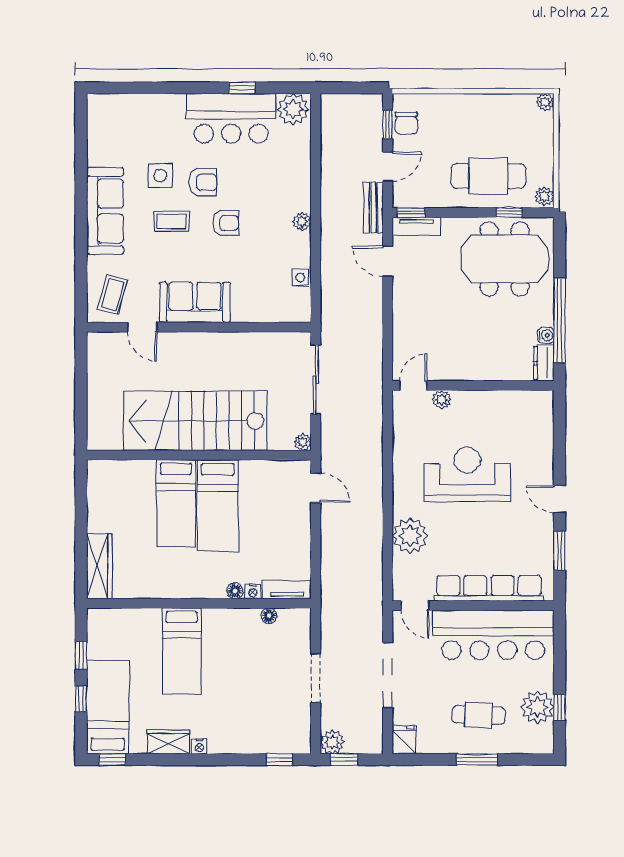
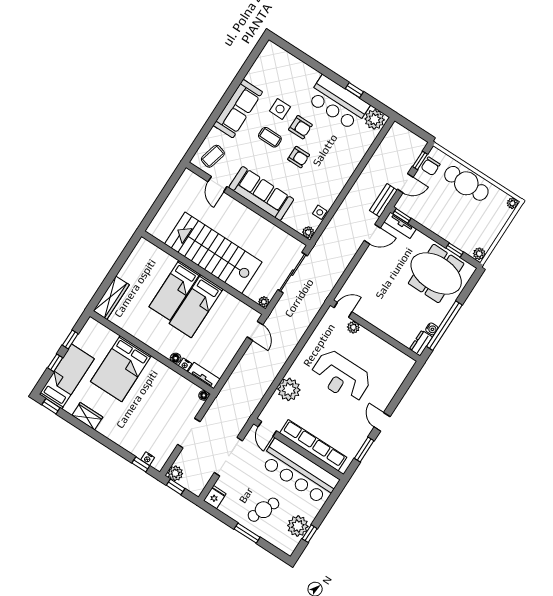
cafe table: (488, 176) -> (466, 183), moved
plant: (302, 221) -> (308, 232), moved
door: (388, 261) -> (372, 234), swing flipped
sofa: (195, 302) -> (261, 193), width x1.36
reception desk: (467, 474) -> (341, 376), turned 180
floor lamp: (269, 616) -> (204, 395), moved
bed: (182, 651) -> (121, 369), width x1.50
cafe table: (479, 715) -> (263, 510), turned -67
nightstand: (199, 746) -> (148, 459), moved

